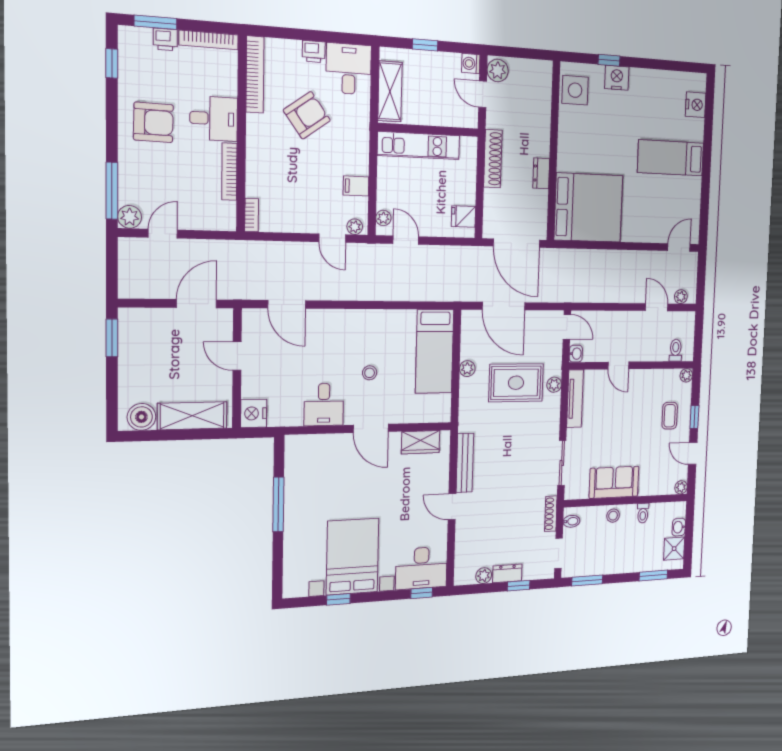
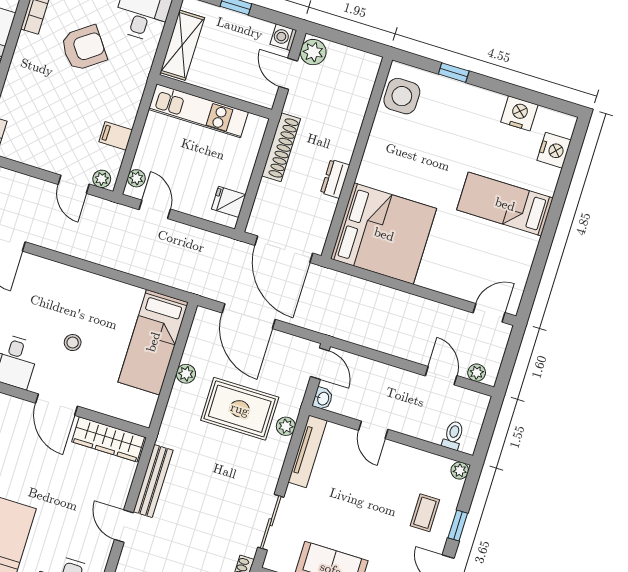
nightstand: (617, 78) -> (519, 113), moved
wardrobe: (421, 442) -> (108, 439), width x1.50

